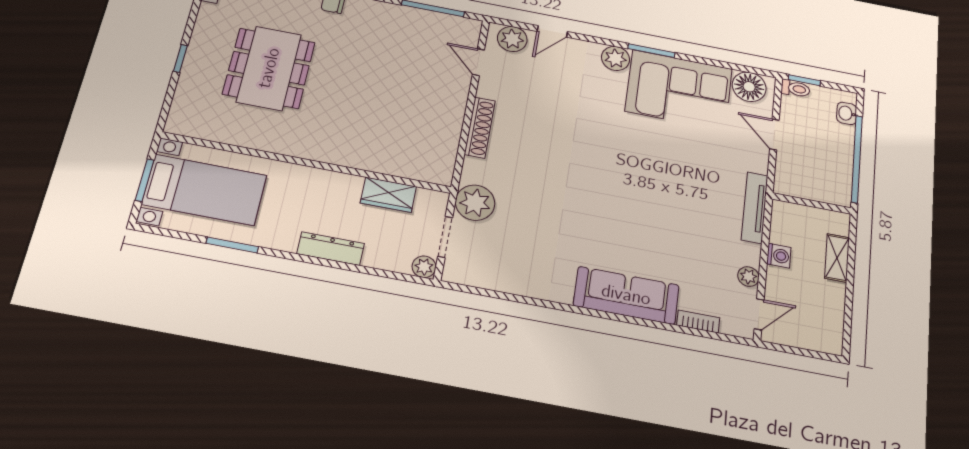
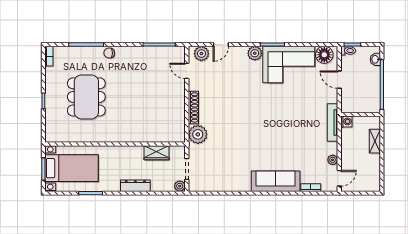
plant: (475, 203) -> (198, 134), moved
washing machine: (779, 256) -> (346, 121), moved

